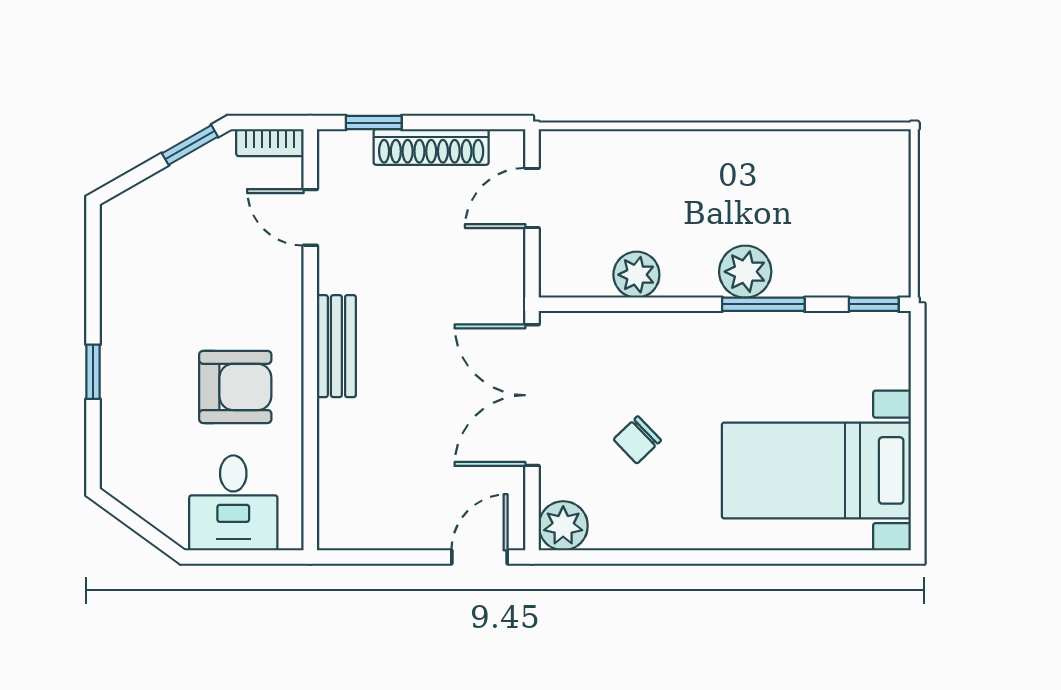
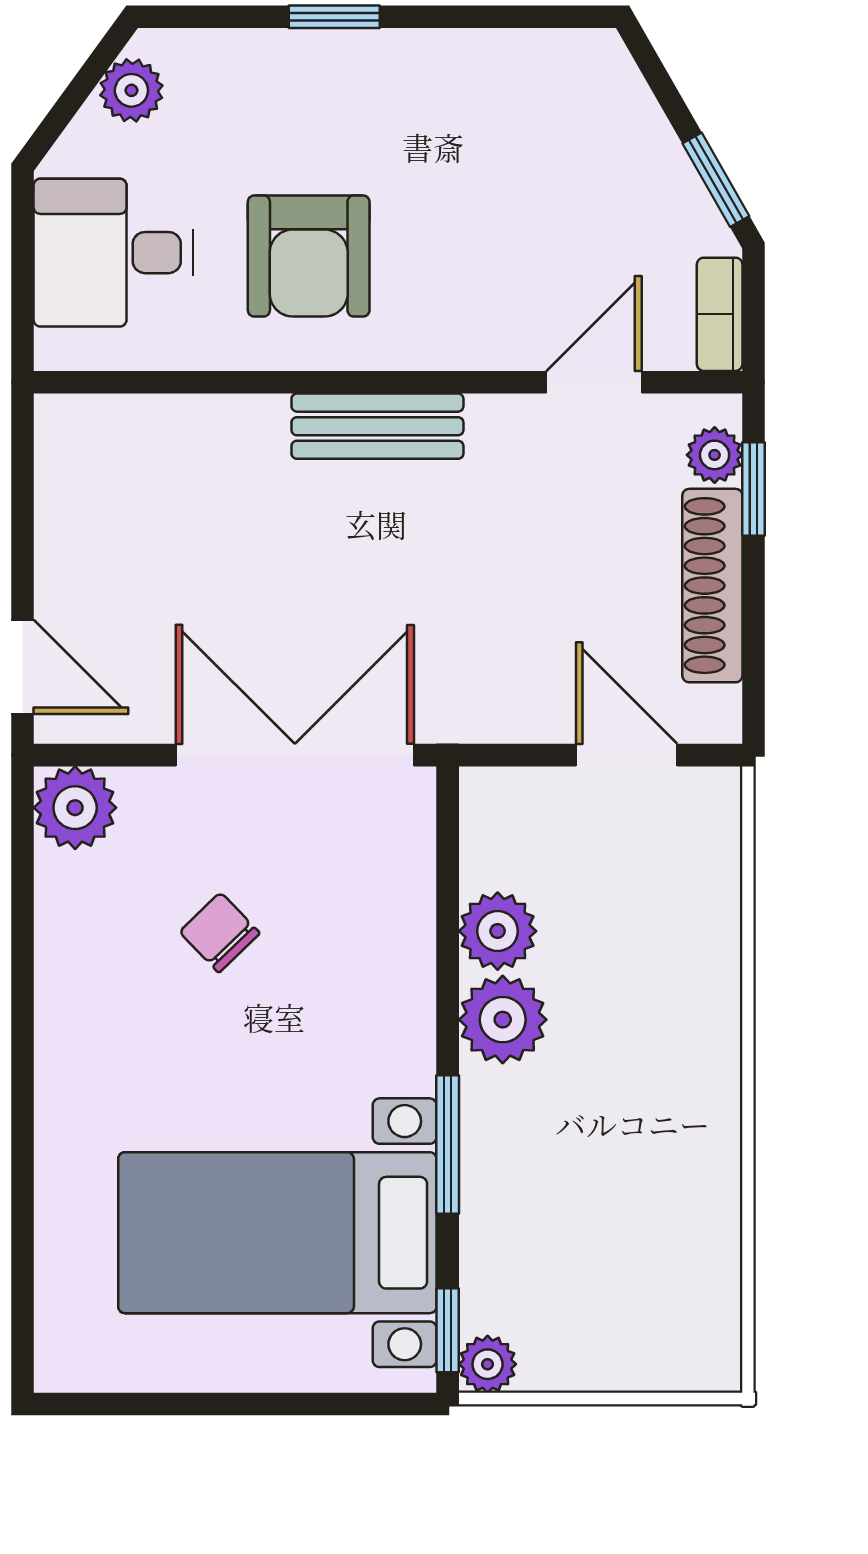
plant: (354, 146) -> (715, 455), added
plant: (745, 272) -> (503, 1020), moved
plant: (894, 281) -> (488, 1364), added
bed with nightstands: (816, 470) -> (277, 1233), moved, turned -90
plant: (137, 492) -> (131, 90), added

